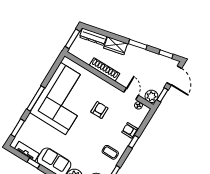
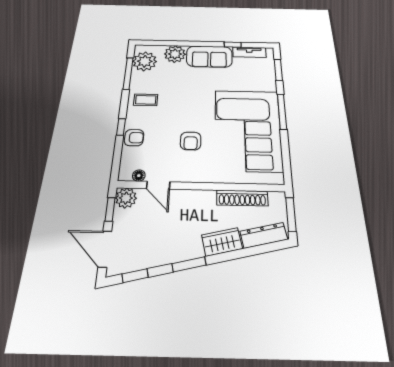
shoe rack: (104, 69) -> (242, 198), moved

